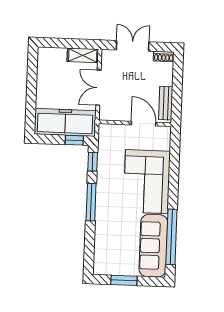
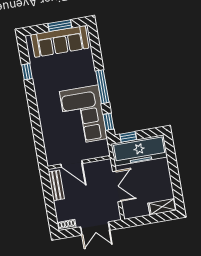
shelving: (83, 55) -> (162, 207), moved
corner sofa: (147, 182) -> (83, 115), moved, turned 180
window: (171, 237) -> (27, 72), width x0.32
sofa: (153, 246) -> (60, 41), moved, turned 90

